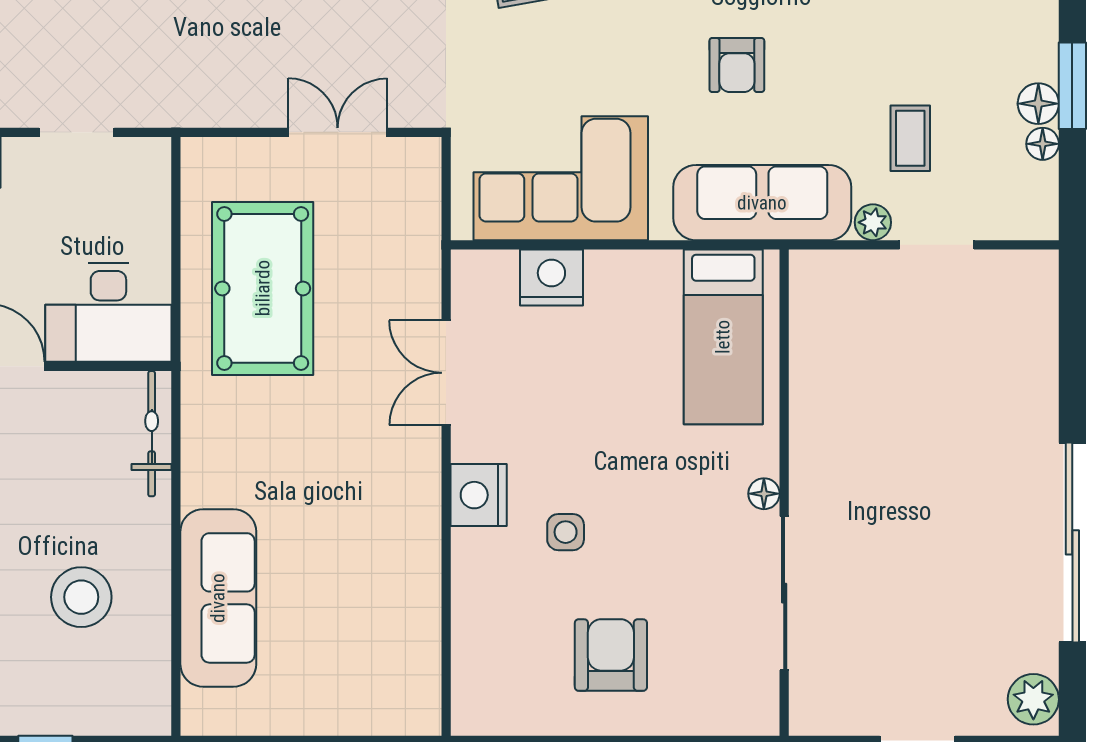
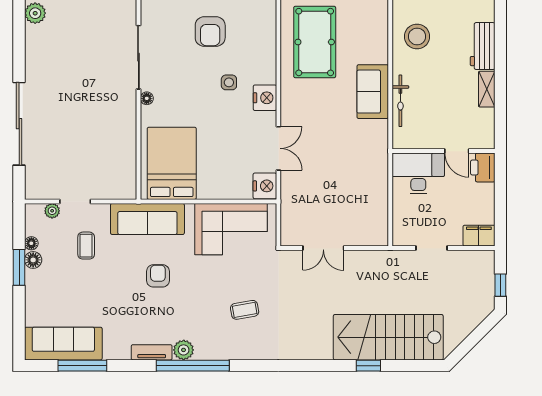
plant: (873, 222) -> (52, 211), moved
nightstand: (551, 277) -> (265, 186), moved, turned -90
pool table: (263, 288) -> (315, 42), moved
bed: (723, 337) -> (172, 163), width x1.50
bicycle: (152, 434) -> (400, 101), moved
sliding door: (1072, 542) -> (19, 124), moved
stool: (81, 597) -> (417, 36), moved
sofa: (218, 598) -> (373, 92), moved, width x0.73

